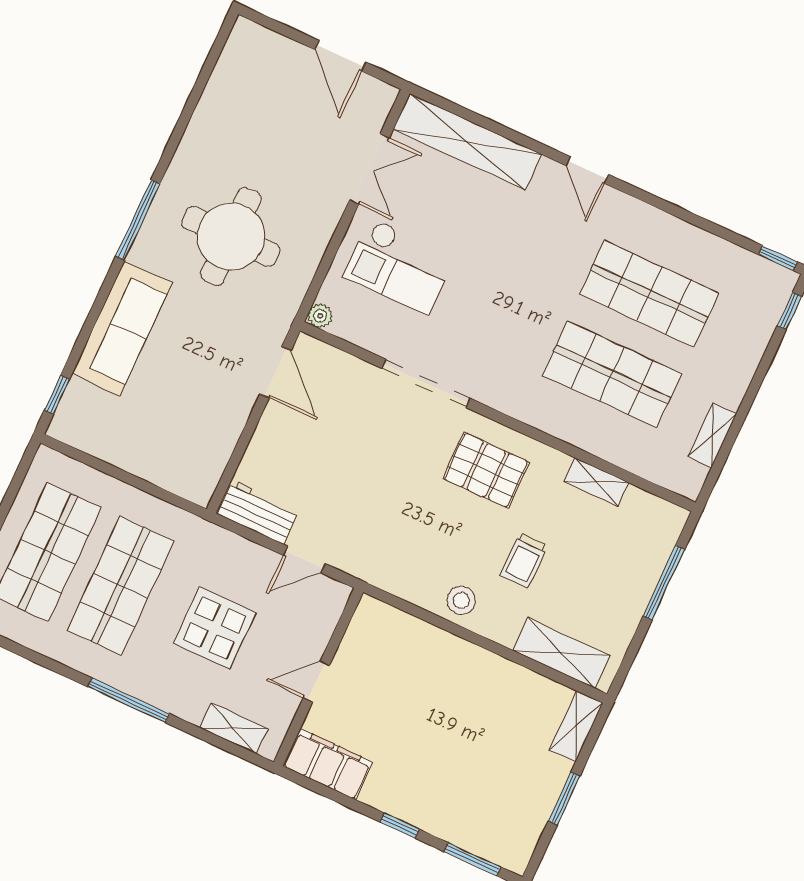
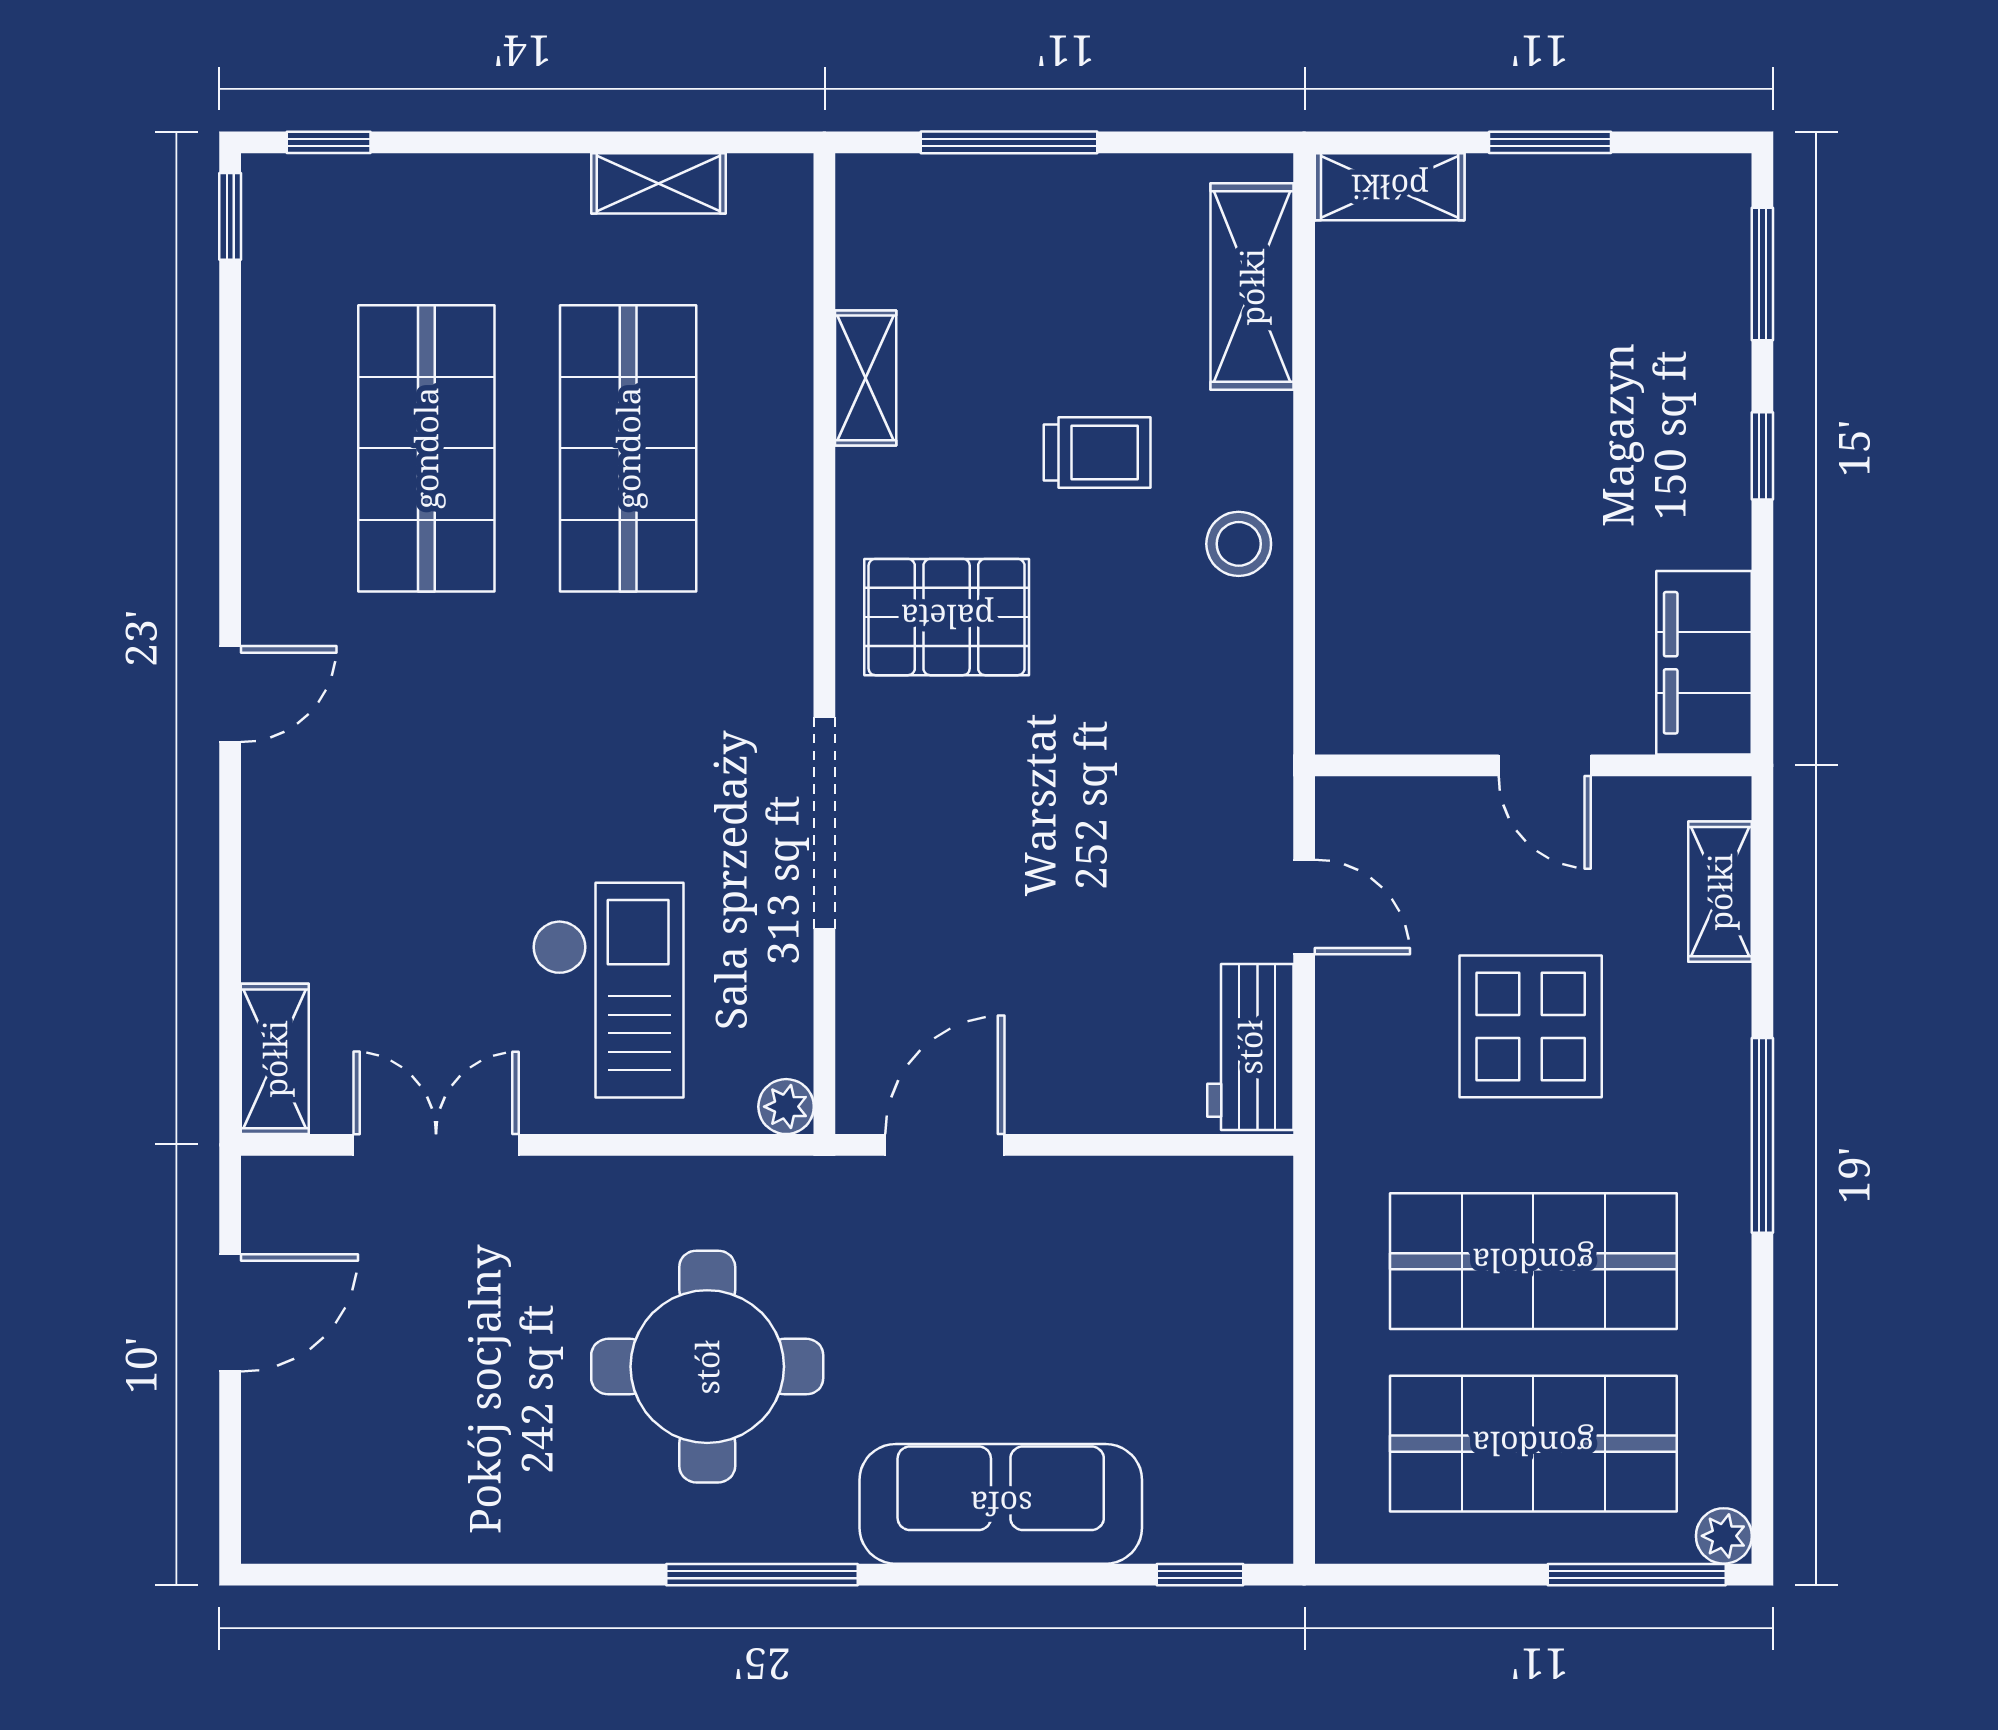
shelving: (467, 142) -> (275, 1059), width x0.45, depth x0.75
pallet: (486, 470) -> (947, 617), turned 90

